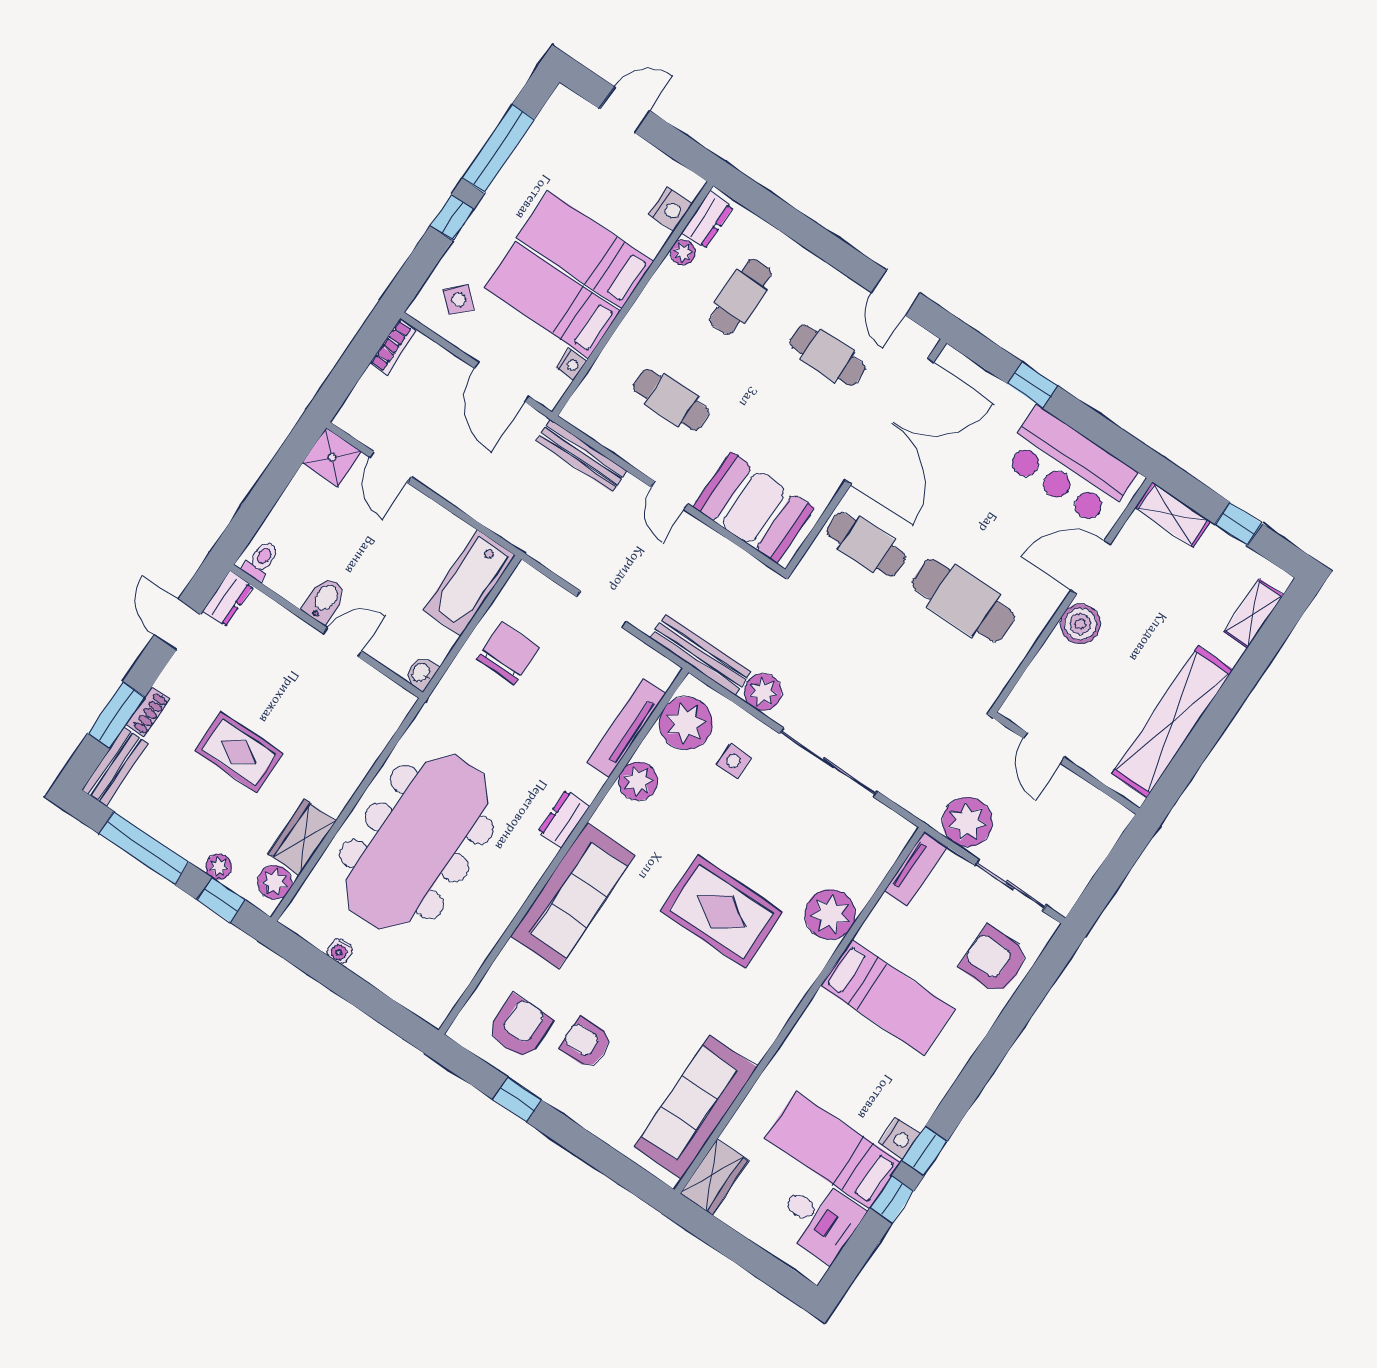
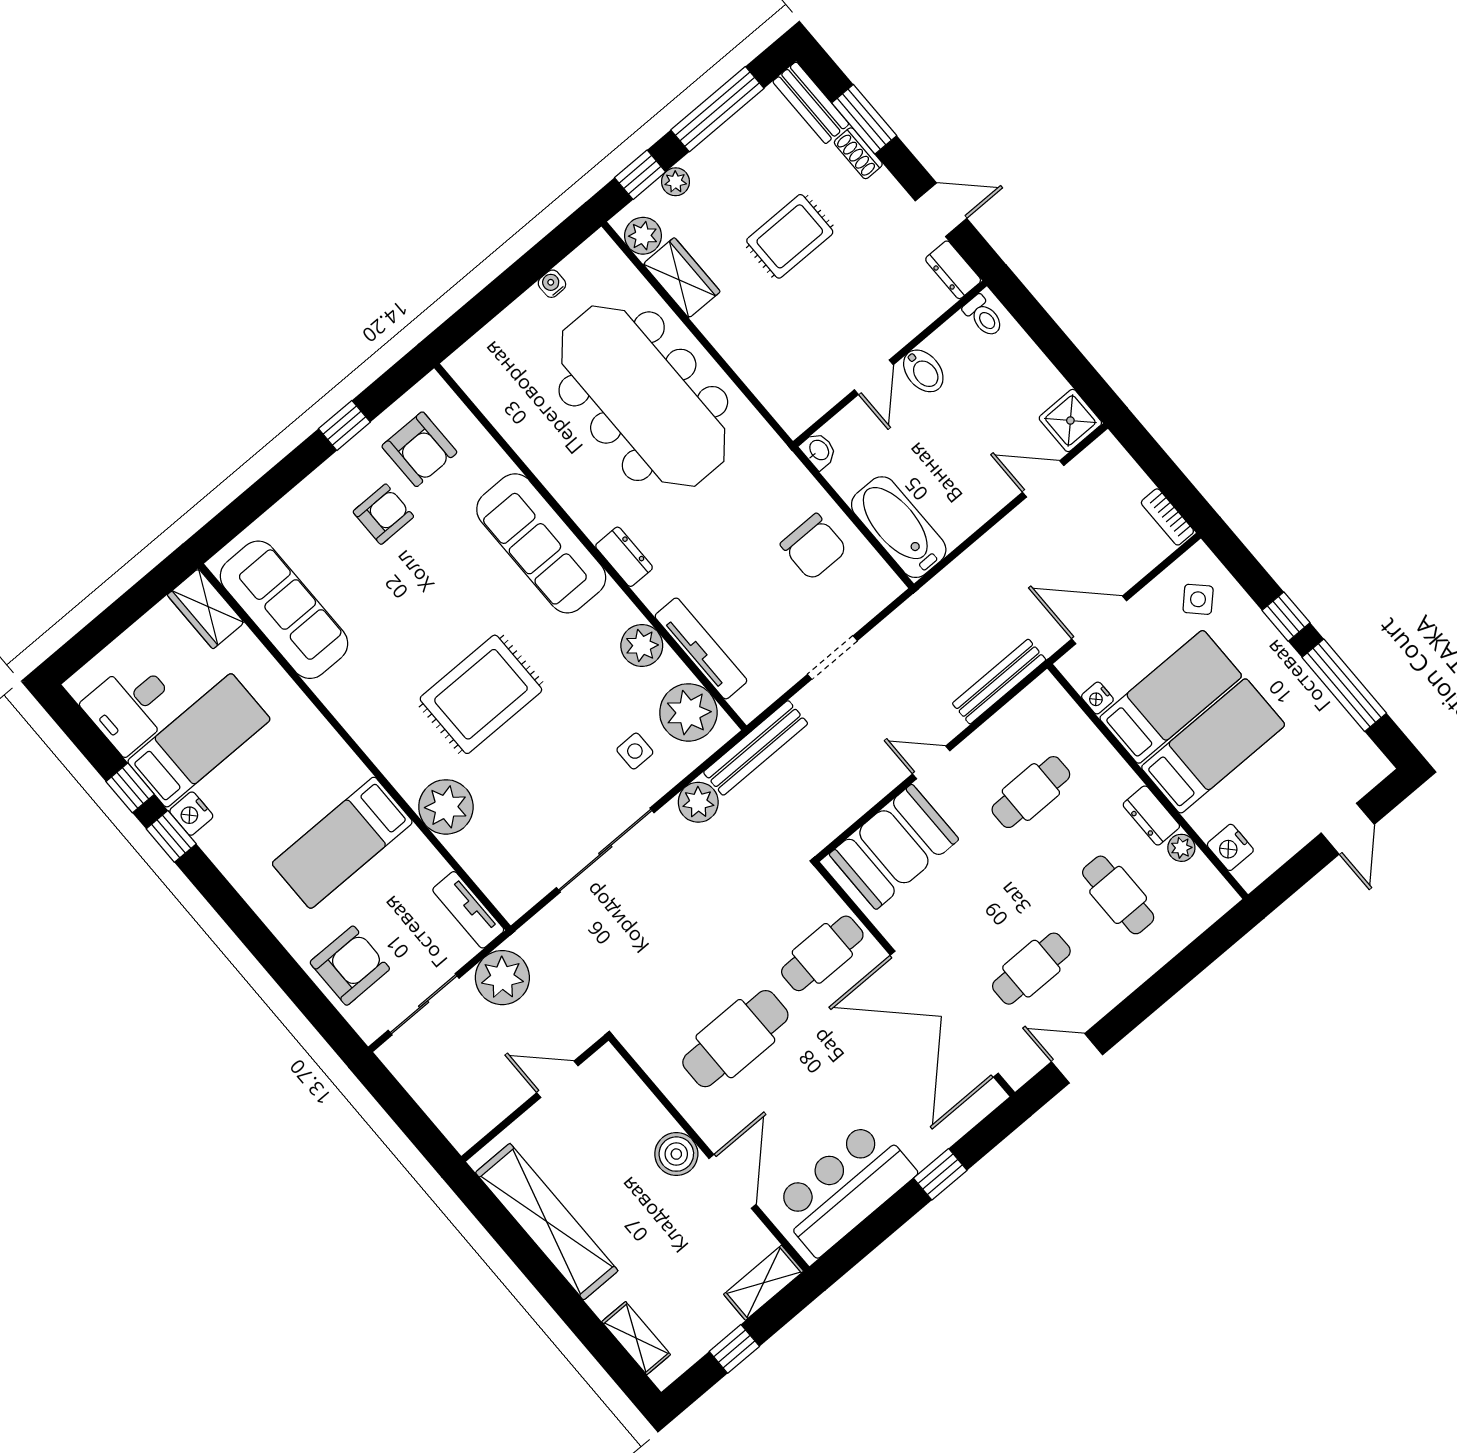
dresser: (707, 220) -> (1151, 815), moved

